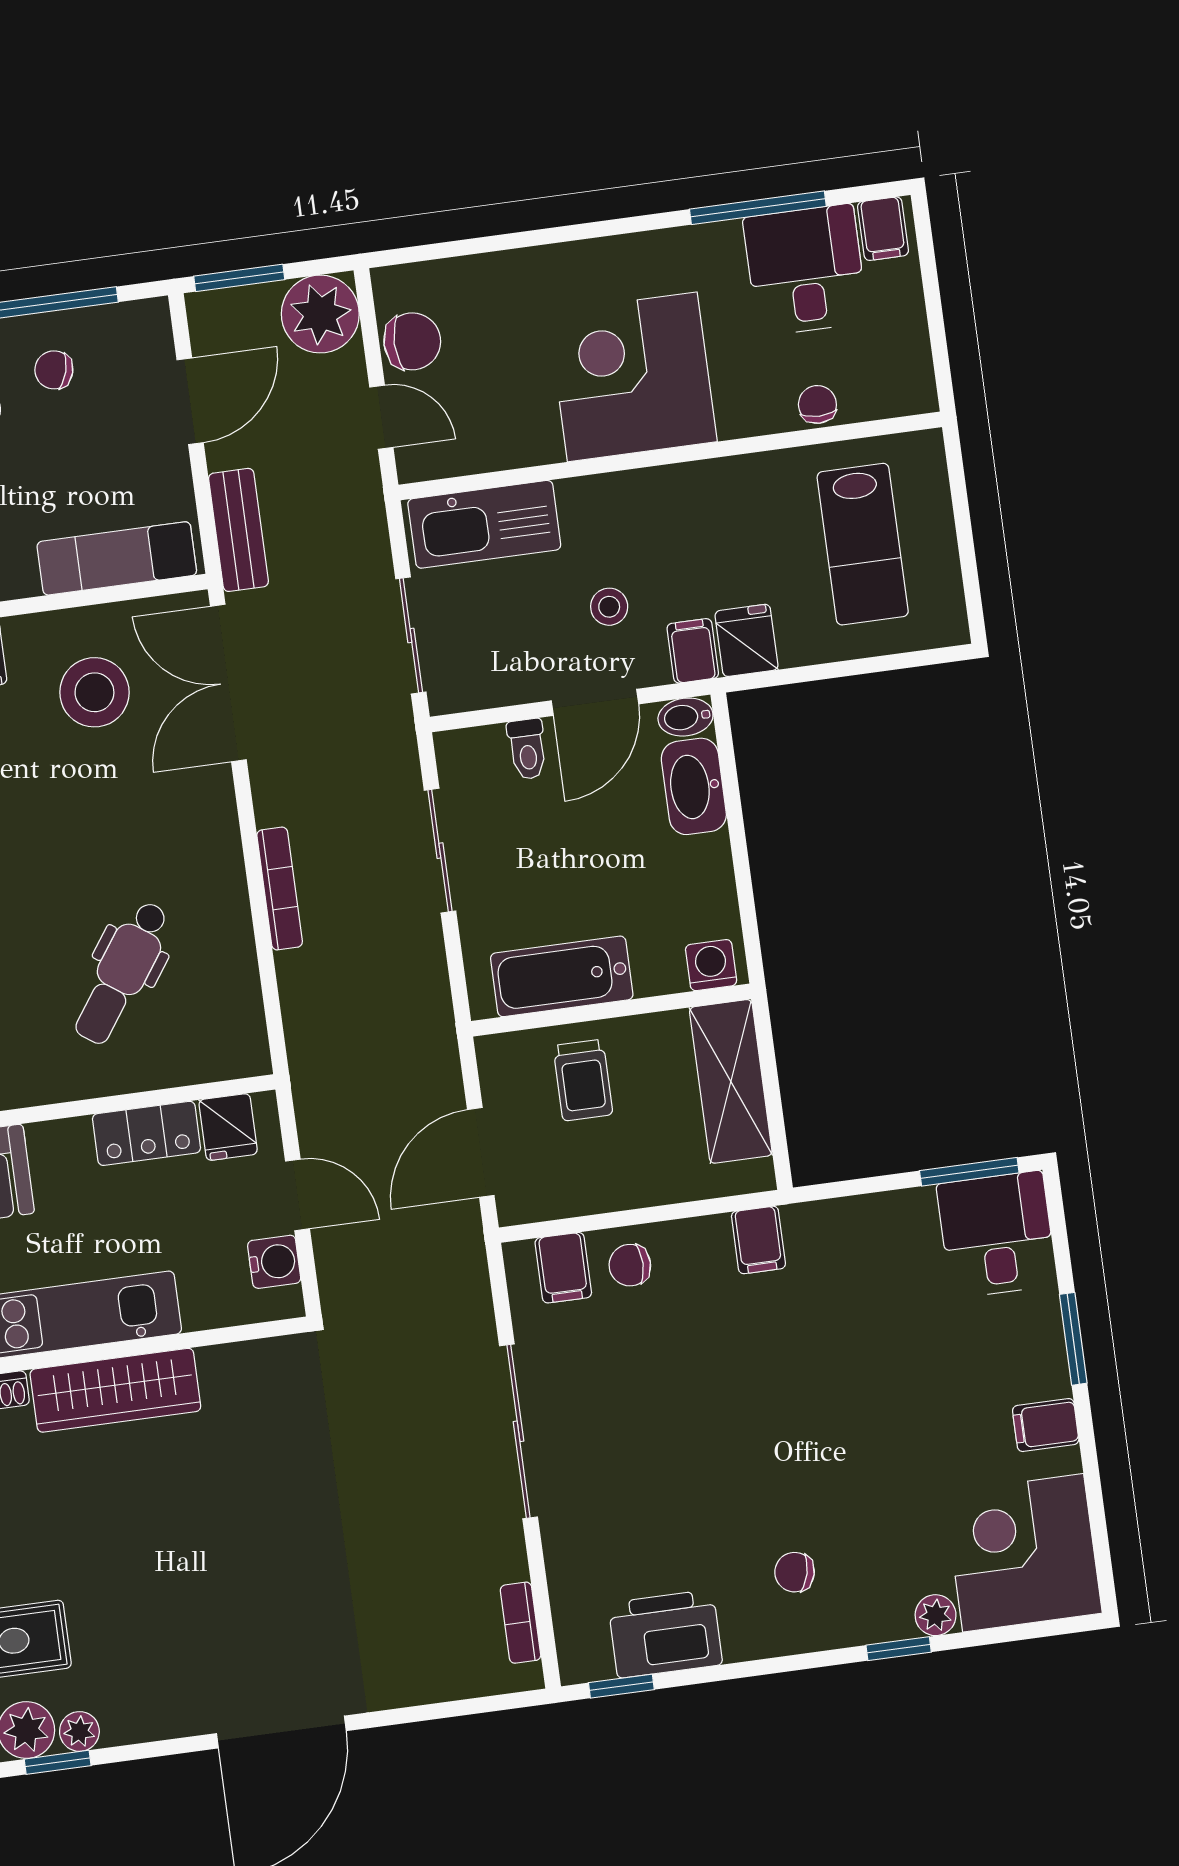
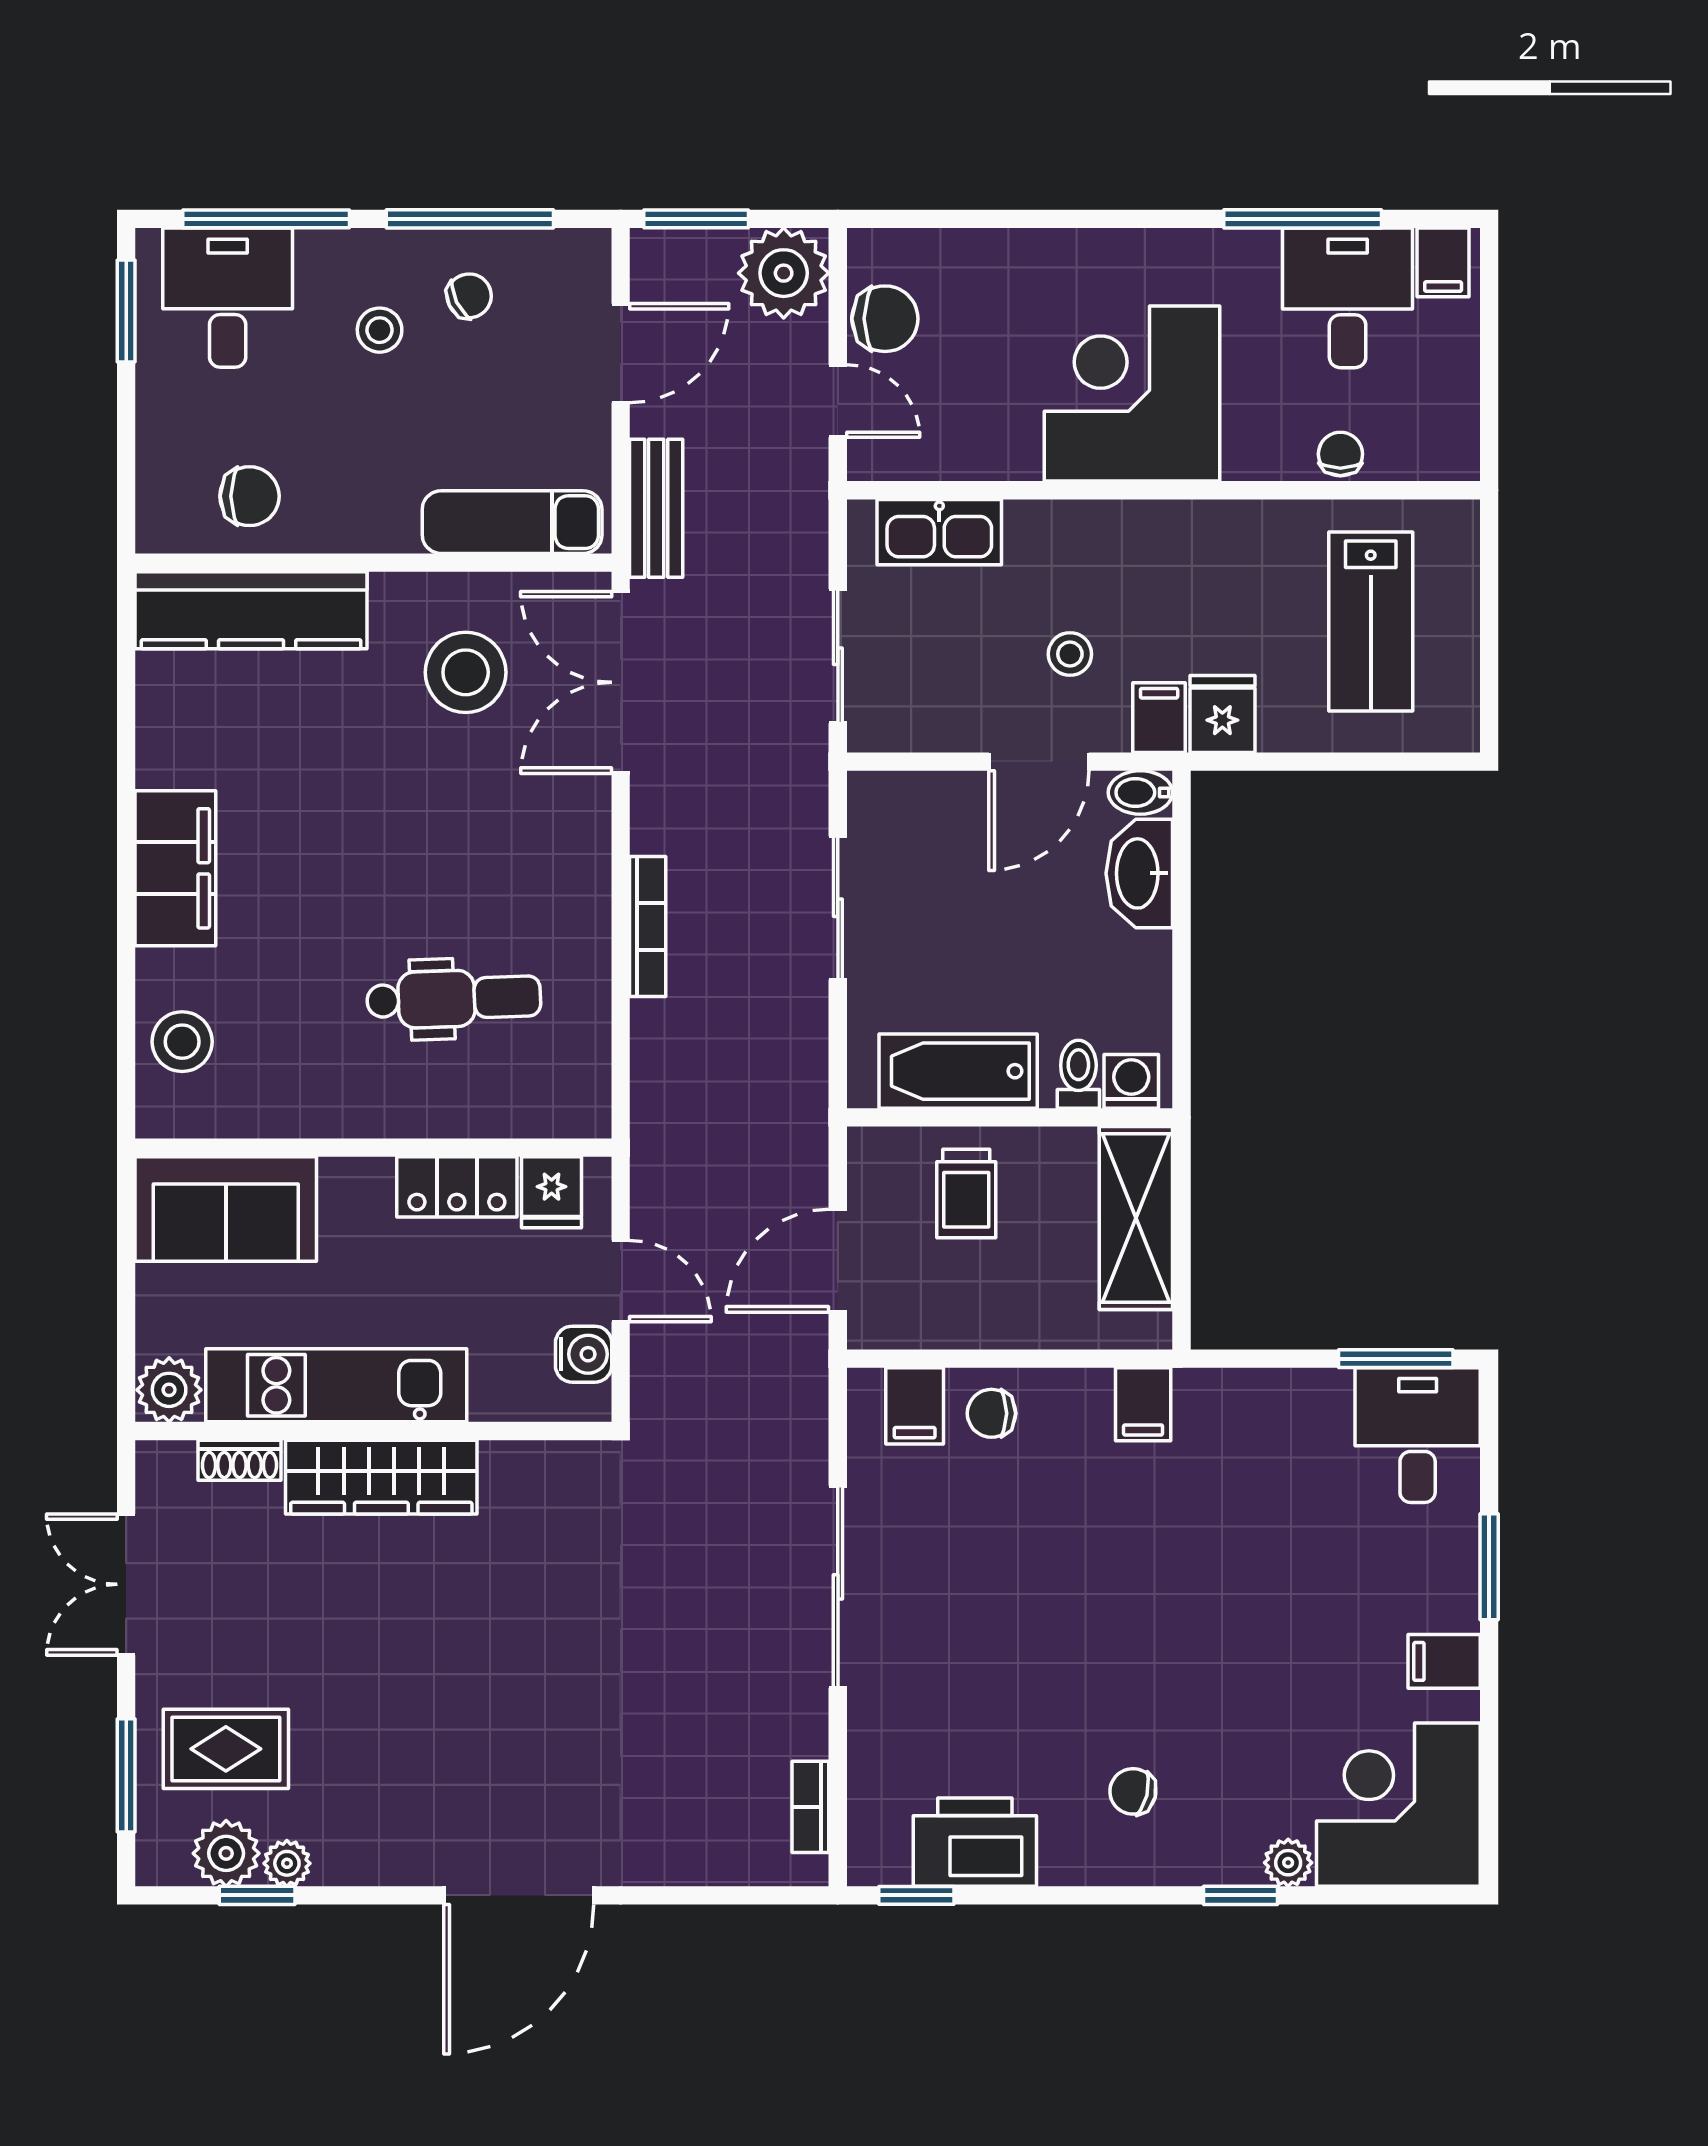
chair: (54, 370) -> (469, 296), turned 138
kitchen sink: (484, 524) -> (939, 532), width x0.73, depth x0.81
toilet: (527, 749) -> (1078, 1074), moved, turned 180
dental chair: (122, 973) -> (454, 999), turned -127

